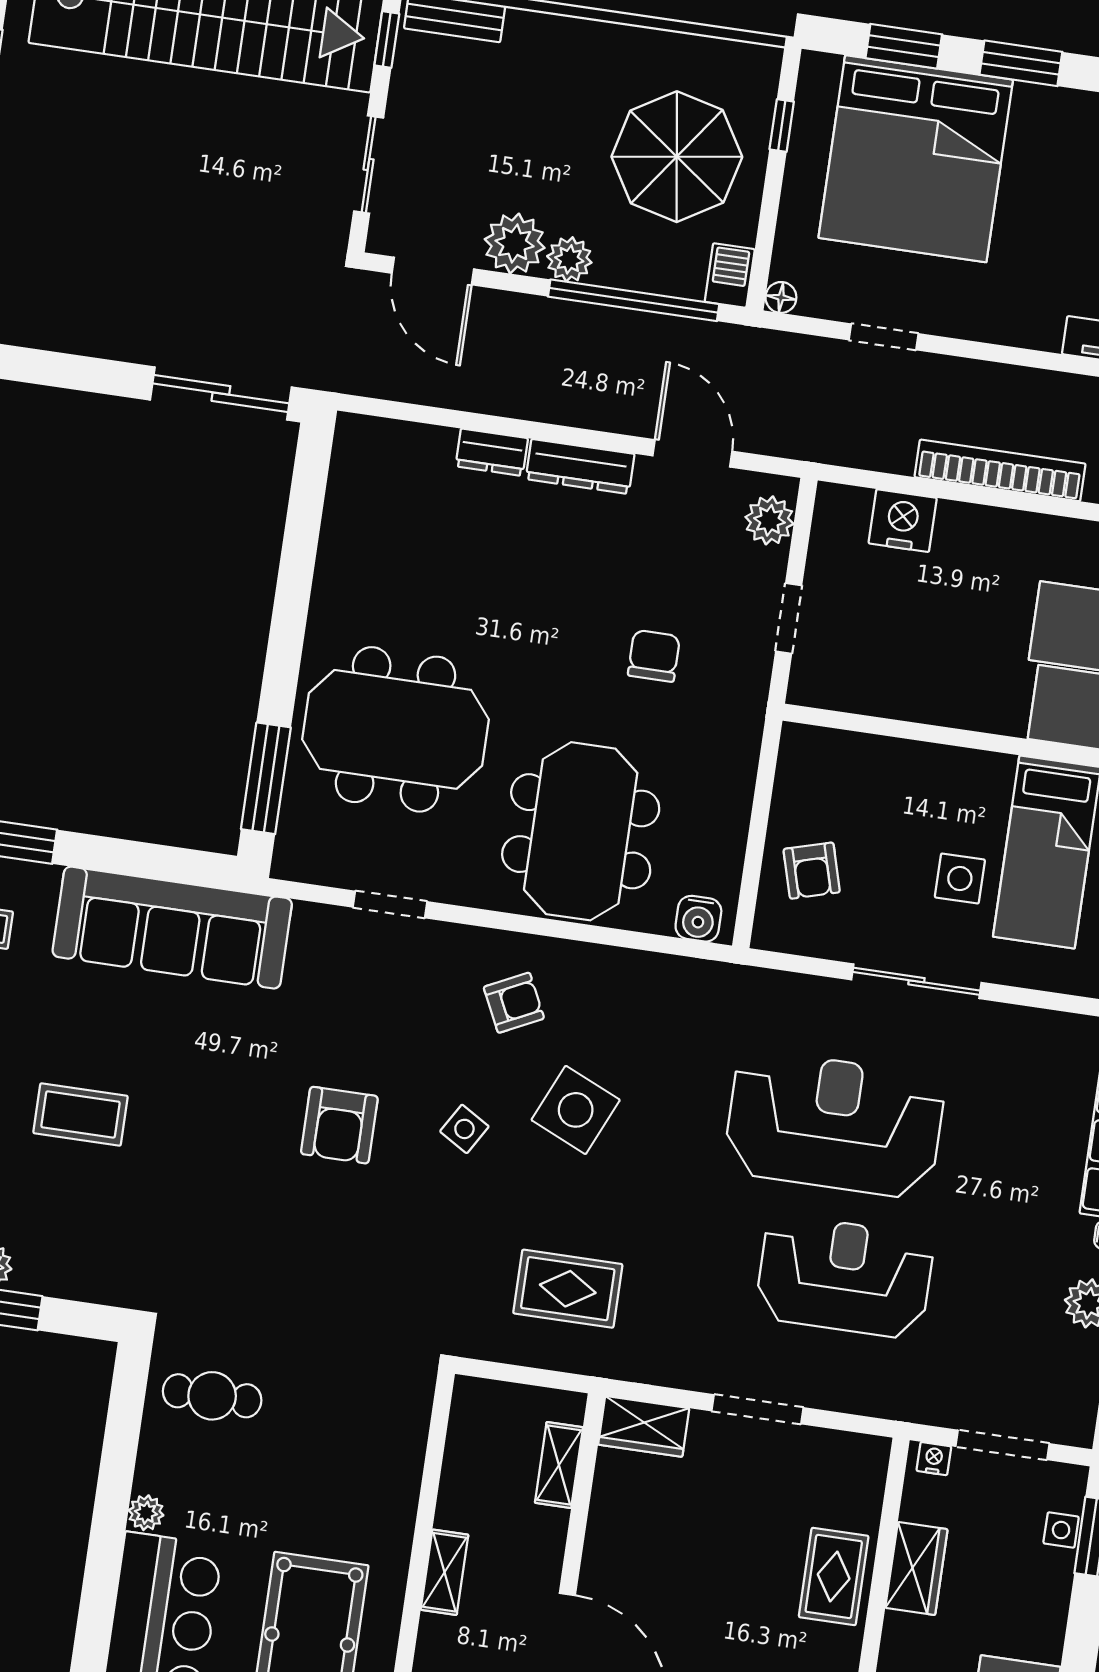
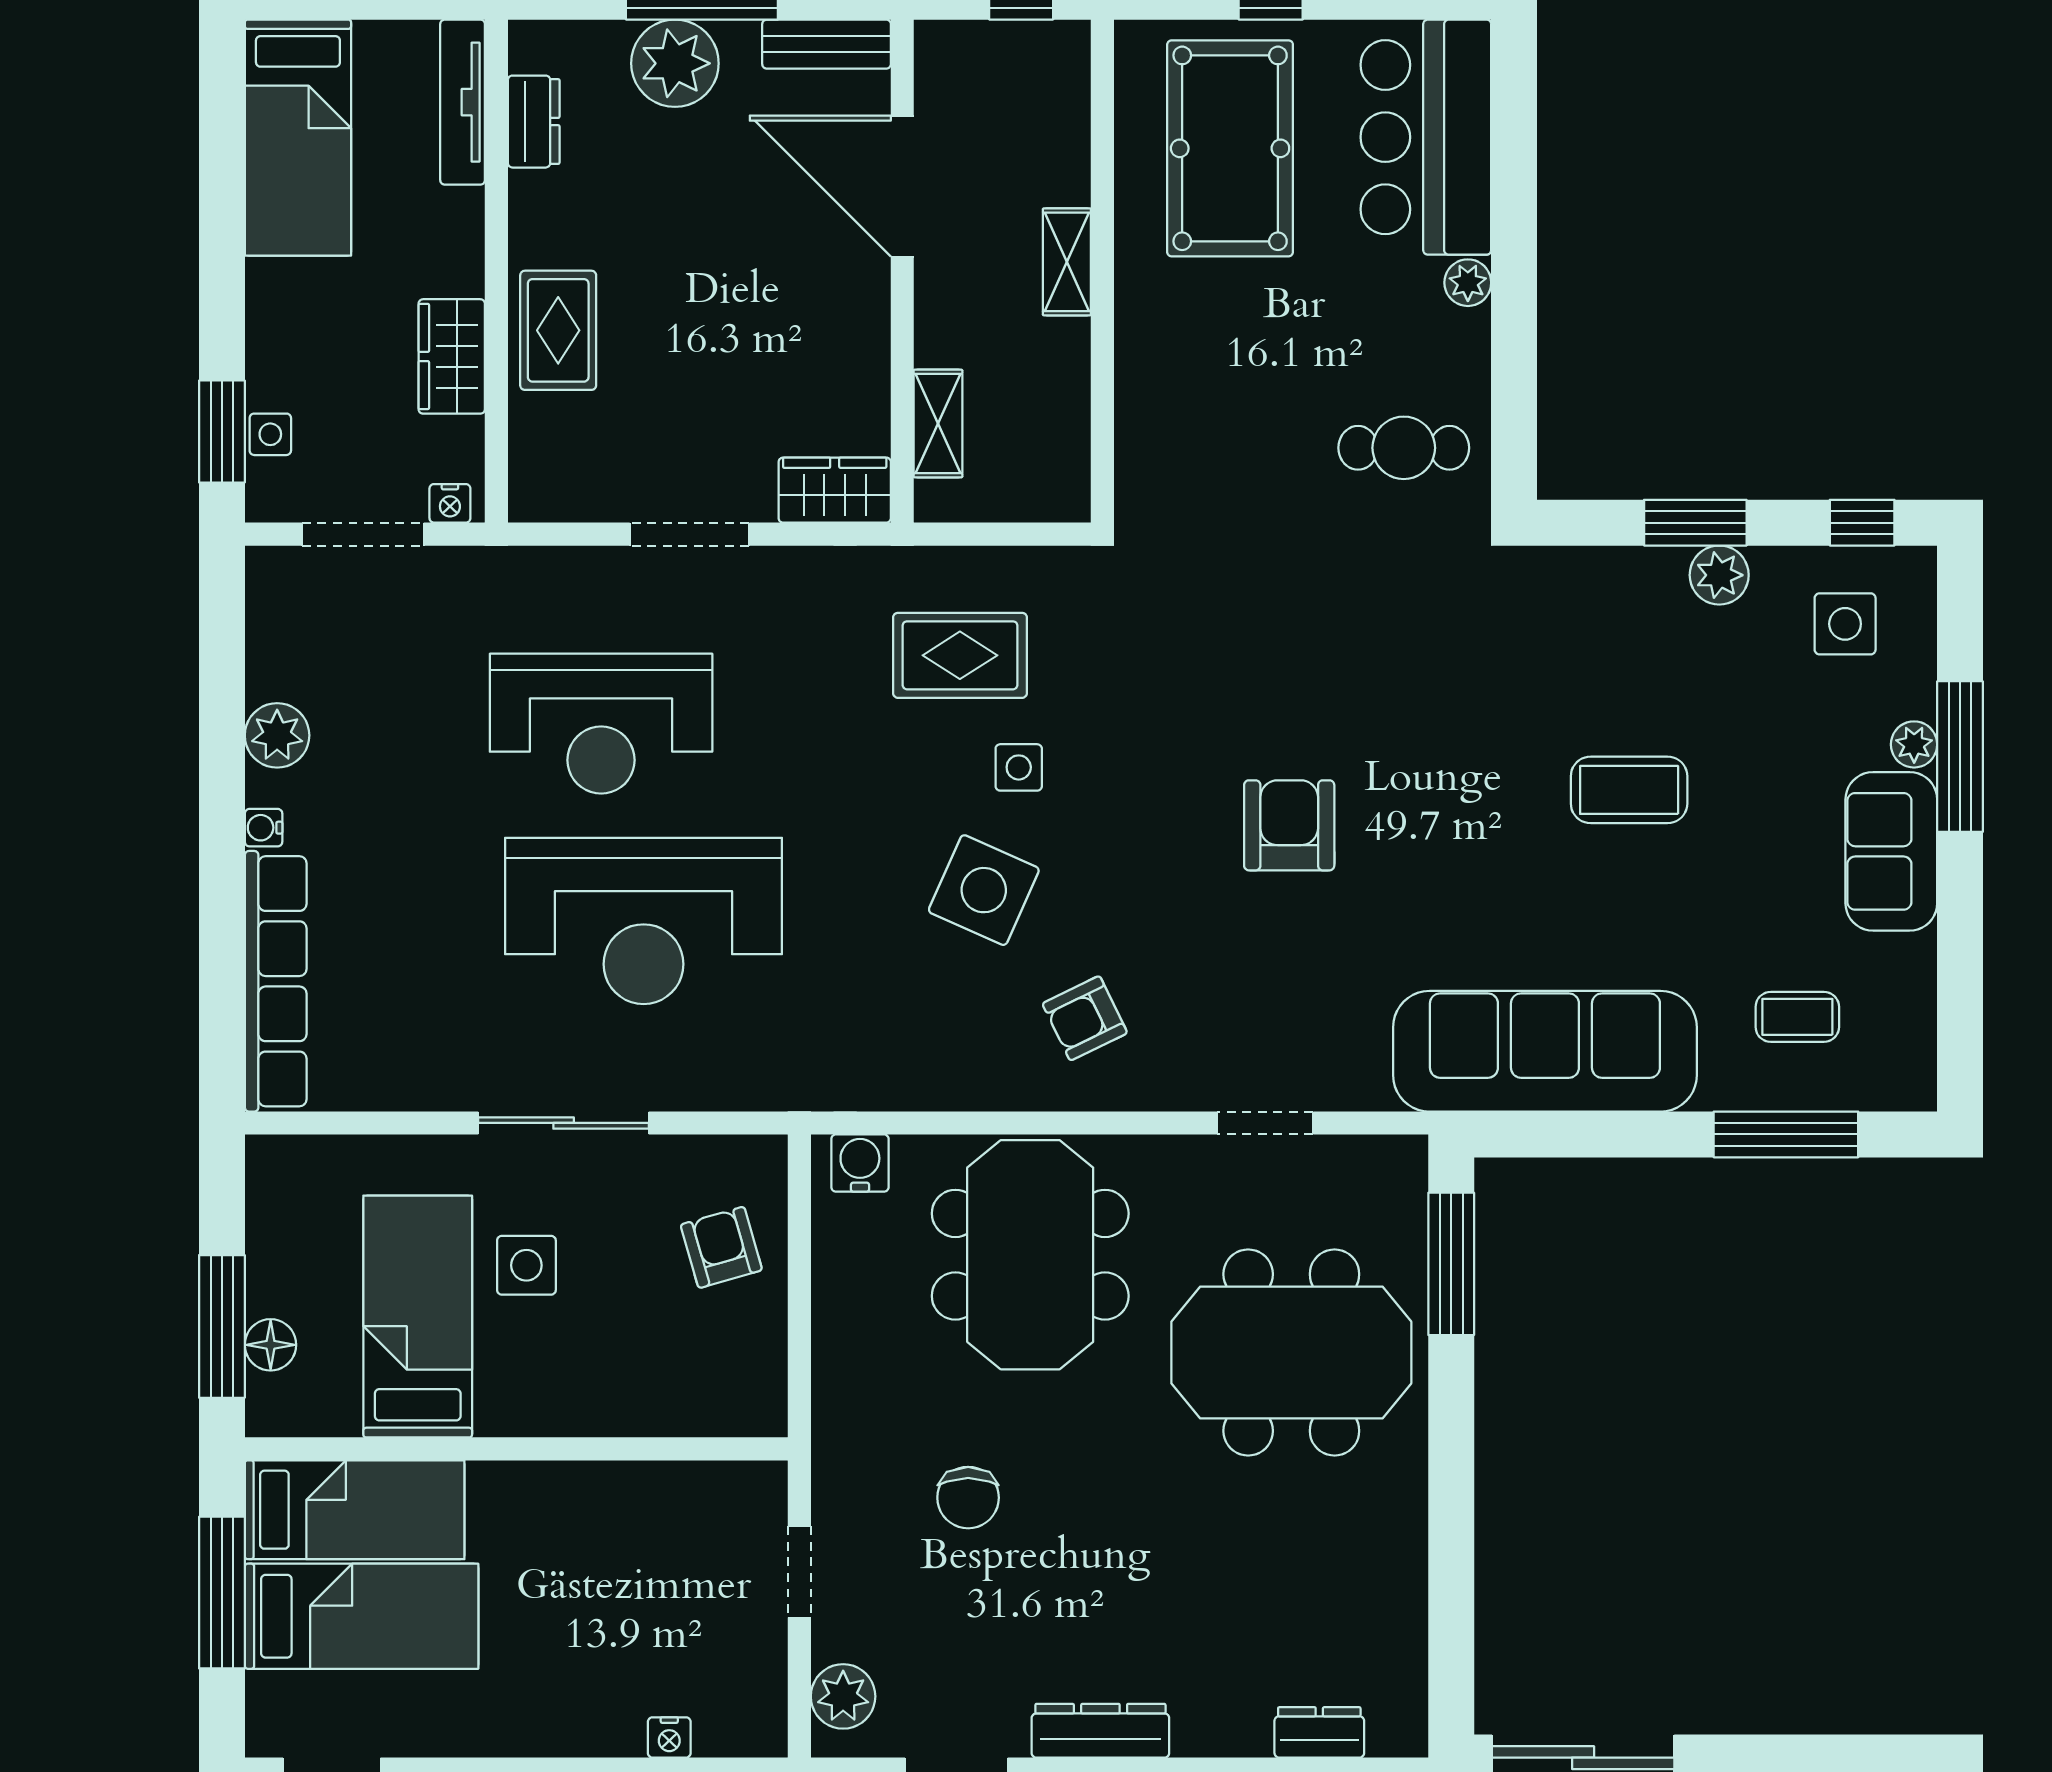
dresser: (492, 452) -> (1319, 1732), moved
nightstand: (903, 521) -> (669, 1737), width x0.53, depth x0.56
side table: (464, 1129) -> (1019, 767), moved, turned -31

